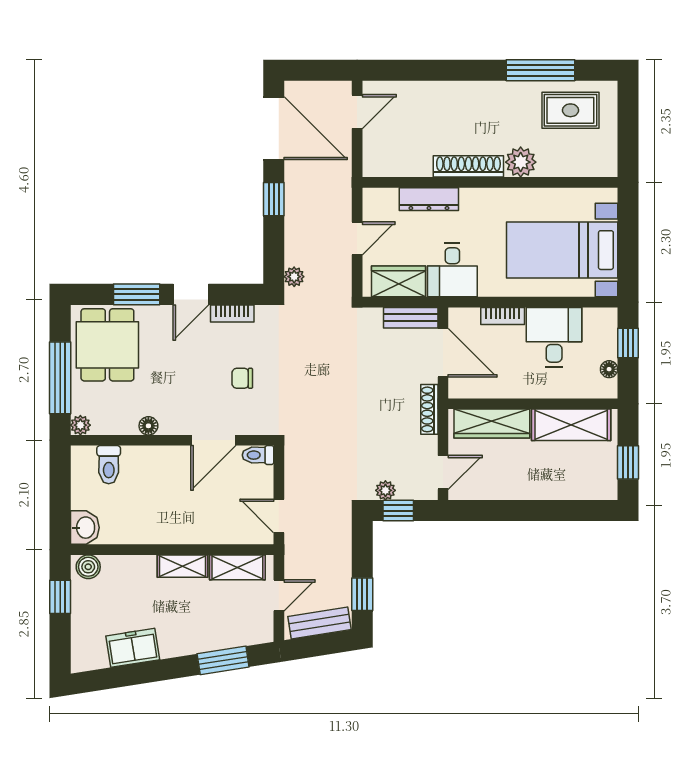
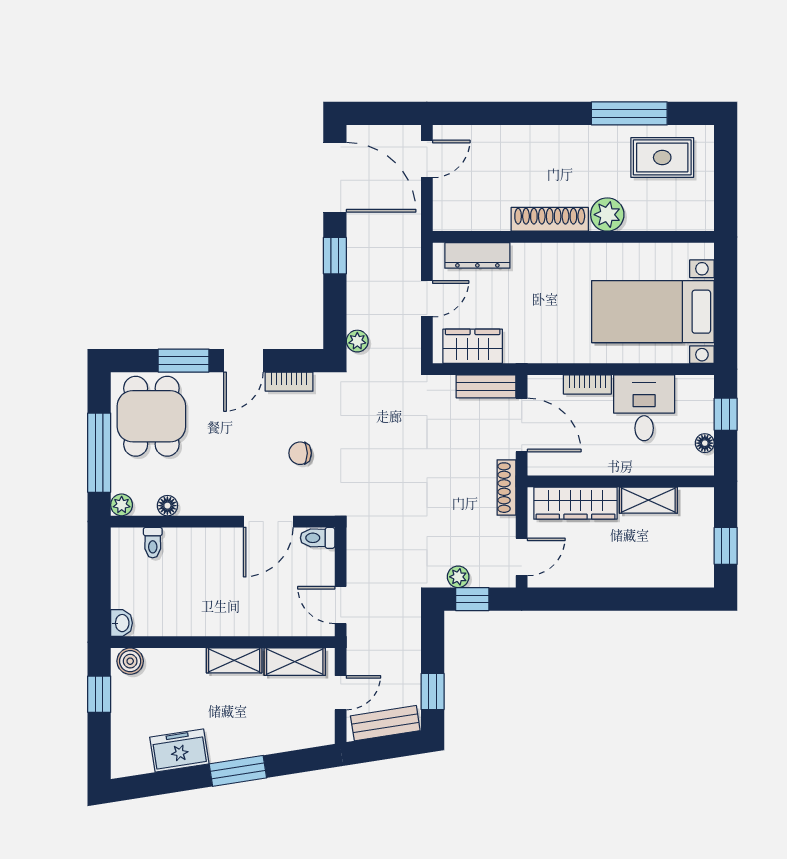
dresser: (429, 199) -> (477, 255), moved
desk: (452, 270) -> (532, 334), removed
shelving: (571, 425) -> (648, 500), width x0.67, depth x0.75
floor lamp: (148, 426) -> (167, 506), moved
toilet: (109, 465) -> (153, 543), width x0.73, depth x0.72
washbasin: (85, 528) -> (122, 623), width x0.72, depth x0.69
window: (223, 660) -> (238, 771), moved

